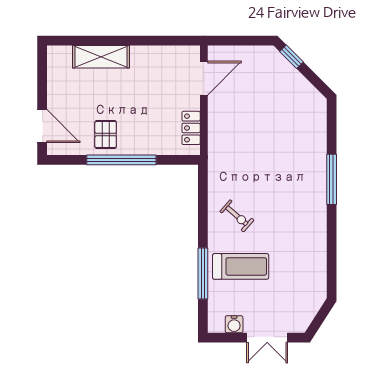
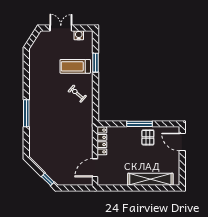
shelving: (101, 57) -> (150, 179), width x1.47
locker: (191, 128) -> (102, 141), width x1.53
window: (121, 160) -> (139, 124), width x0.68
window: (203, 273) -> (96, 63), width x0.69

